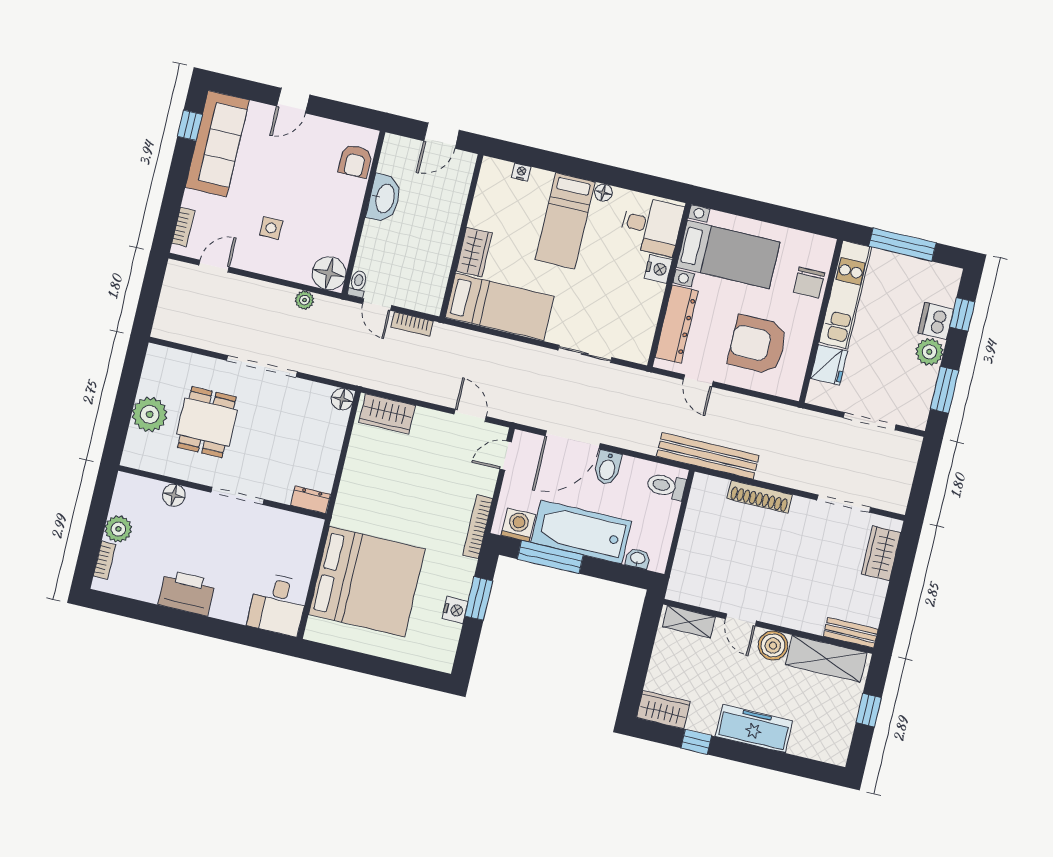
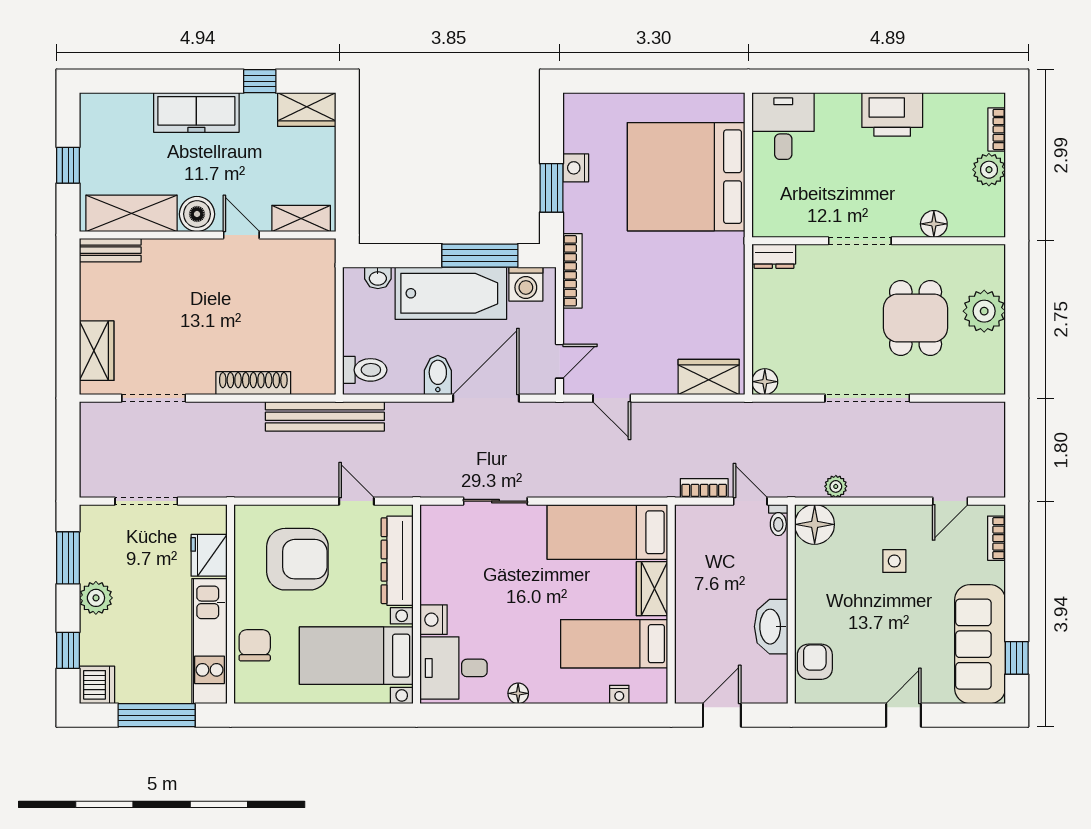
bed: (565, 221) -> (614, 644), moved, turned -90
dishwasher: (936, 321) -> (97, 685), moved

